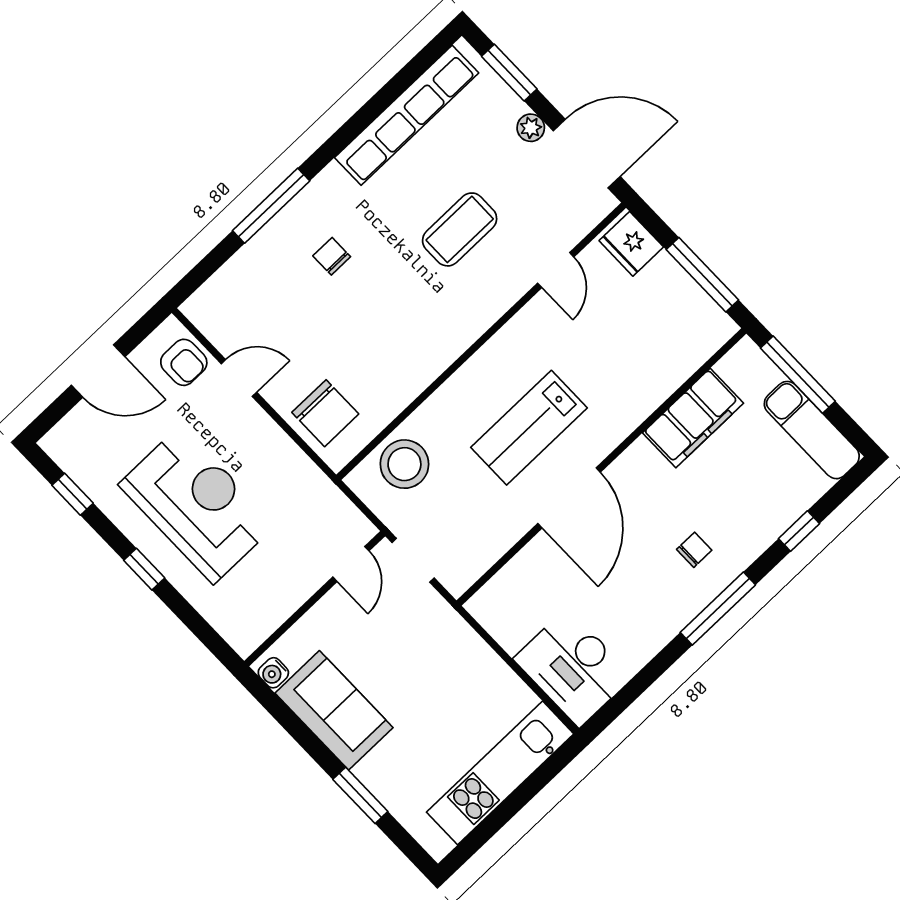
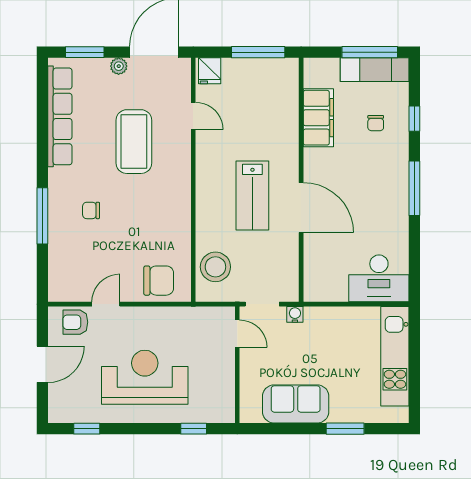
coffee table: (460, 229) -> (134, 142), width x1.36, depth x1.32
fridge: (631, 244) -> (210, 71), width x0.72
armchair: (184, 362) -> (75, 322), turned 180
window: (798, 375) -> (370, 52), moved
chair: (694, 550) -> (376, 123), moved, turned 180
window: (144, 569) -> (194, 429), moved
water cooler: (273, 673) -> (295, 314), moved, turned 180

